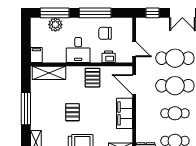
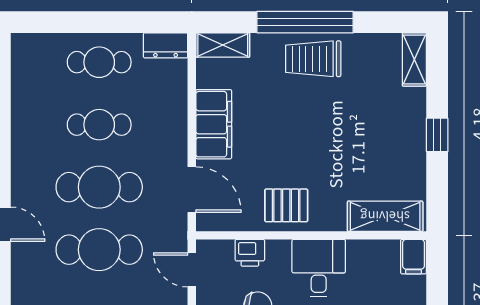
pallet: (92, 78) -> (286, 205), turned 90
window: (26, 109) -> (437, 135), width x0.46
pallet: (72, 112) -> (332, 127), removed

